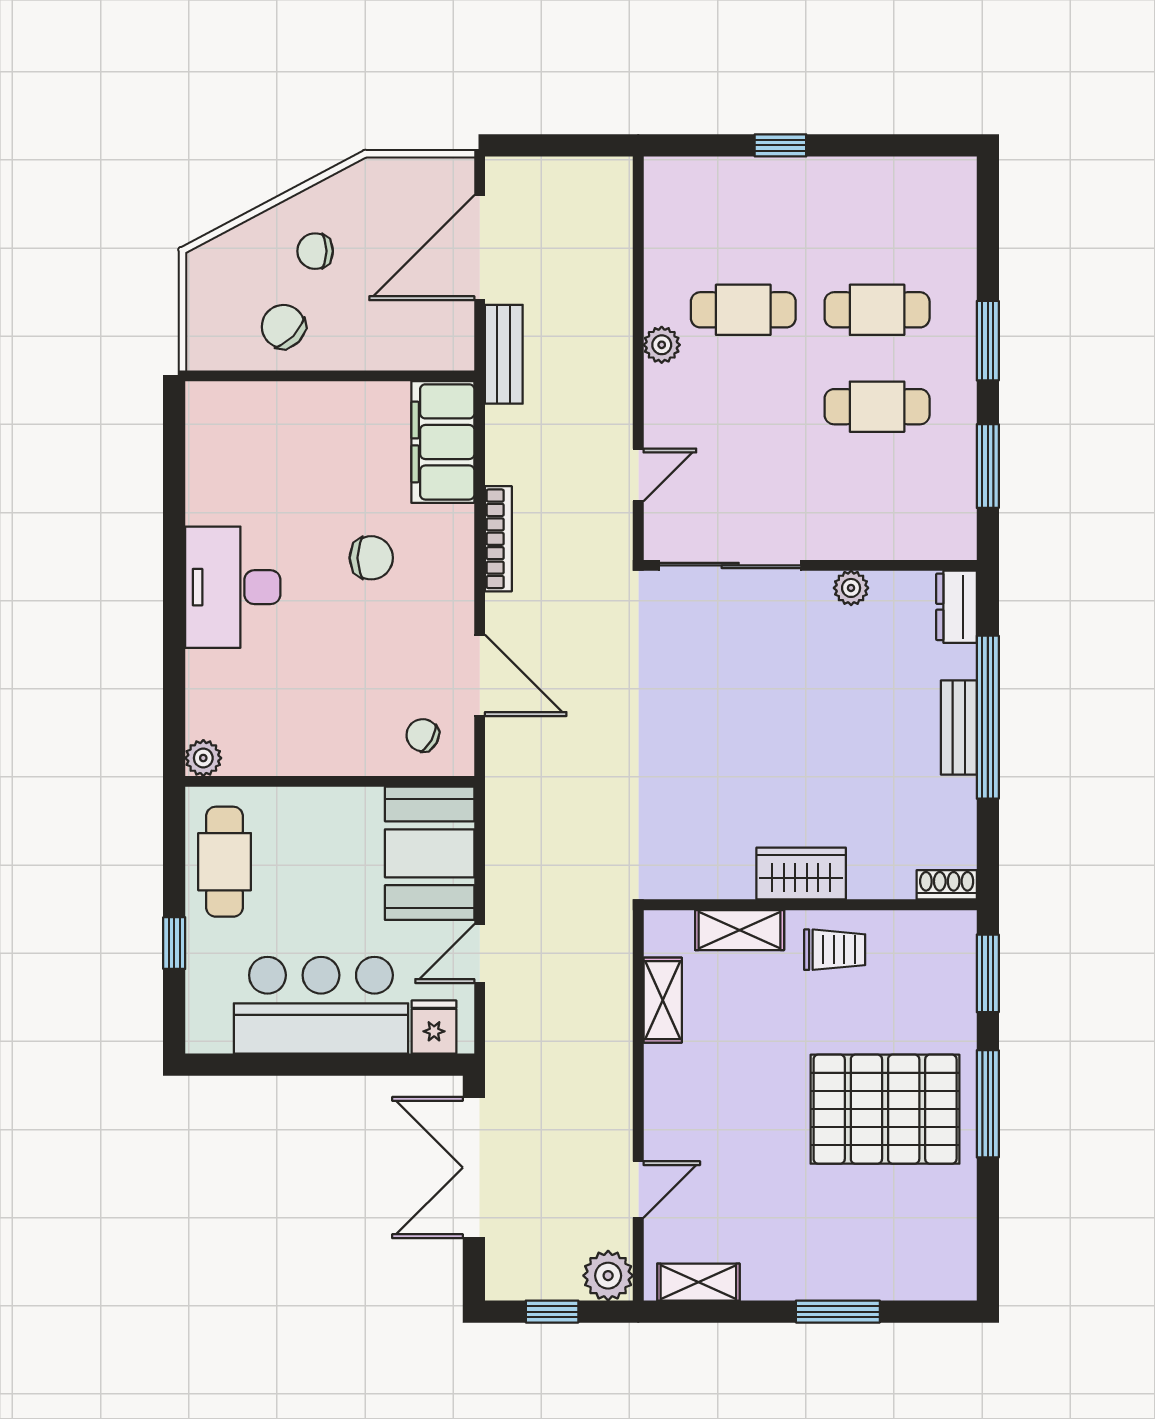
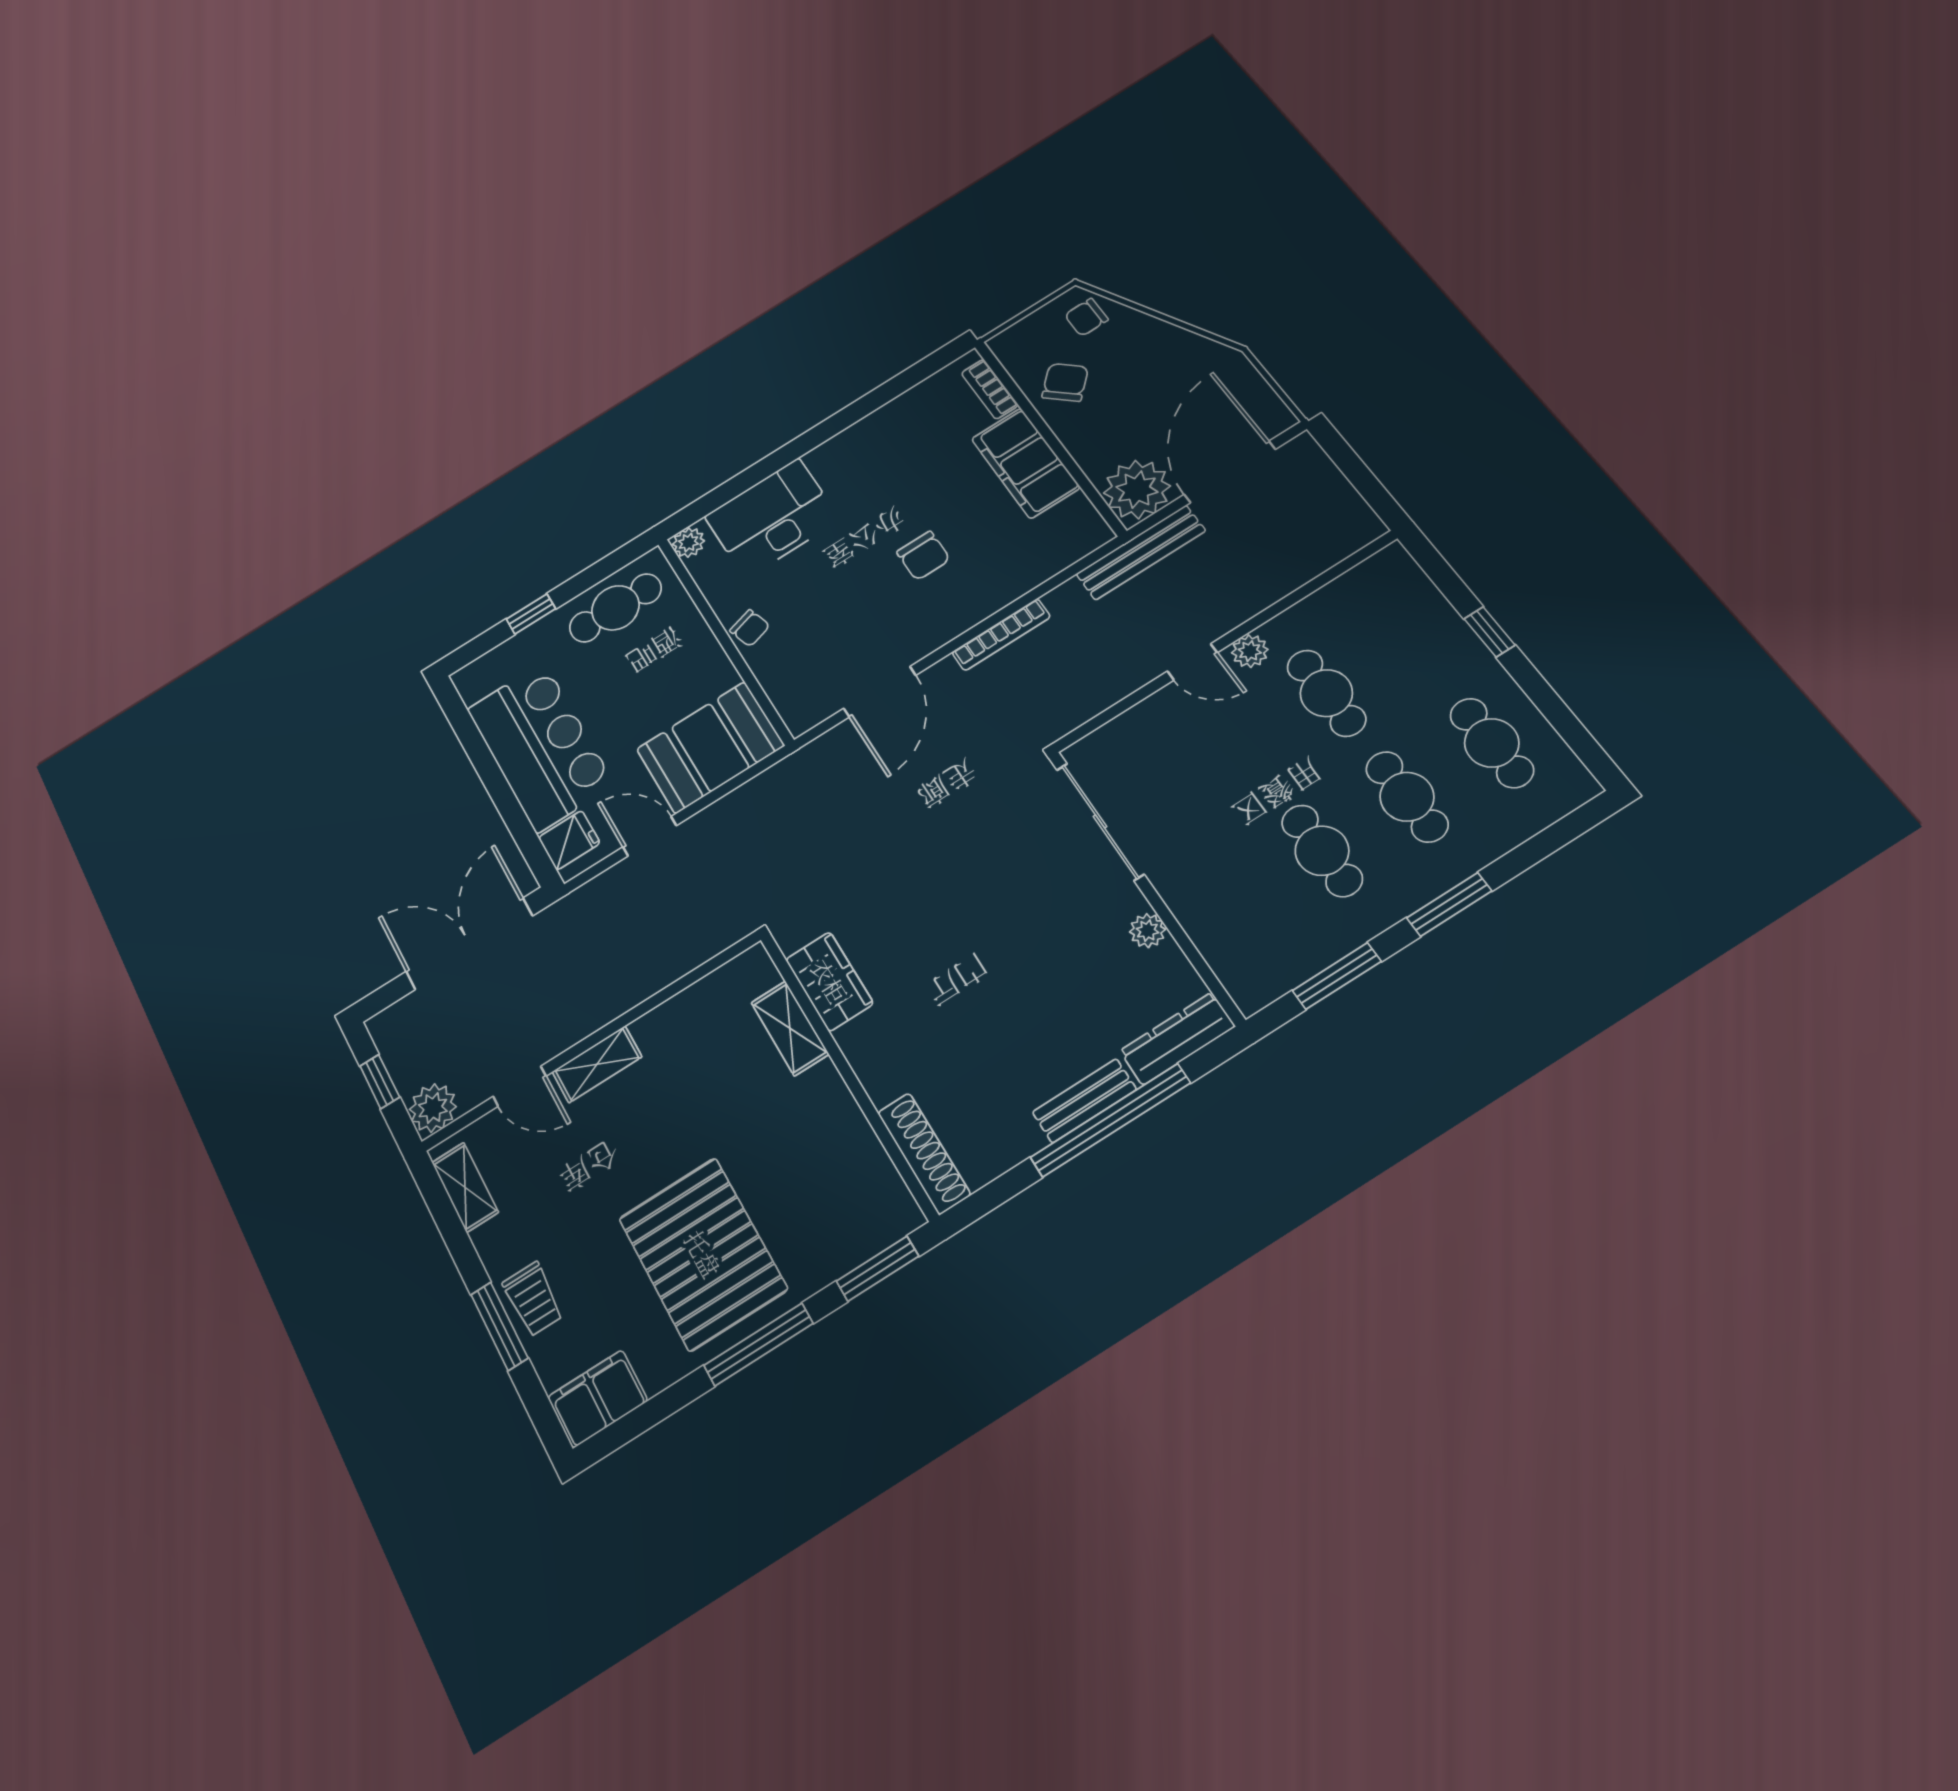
cafe table: (877, 213) -> (1492, 743), added
door: (480, 248) -> (1230, 472), hinge flipped
chair: (315, 251) -> (1086, 317), moved, turned -90
plant: (439, 336) -> (1137, 489), added
bench: (504, 354) -> (1141, 552), width x1.36
bookcase: (241, 396) -> (990, 389), added
filing cabinet: (443, 442) -> (1026, 463), moved, turned -90
door: (638, 475) -> (1192, 662), moved
desk: (233, 587) -> (772, 518), moved
dresser: (956, 607) -> (1177, 1039), width x1.44
chair: (423, 735) -> (750, 628), moved, turned 134
wardrobe: (801, 874) -> (829, 981), moved
shoe rack: (947, 885) -> (924, 1153), width x1.94, depth x1.24
trolley: (835, 950) -> (533, 1299), moved
shelving: (663, 1000) -> (597, 1064), moved
filing cabinet: (949, 1259) -> (598, 1399), added

